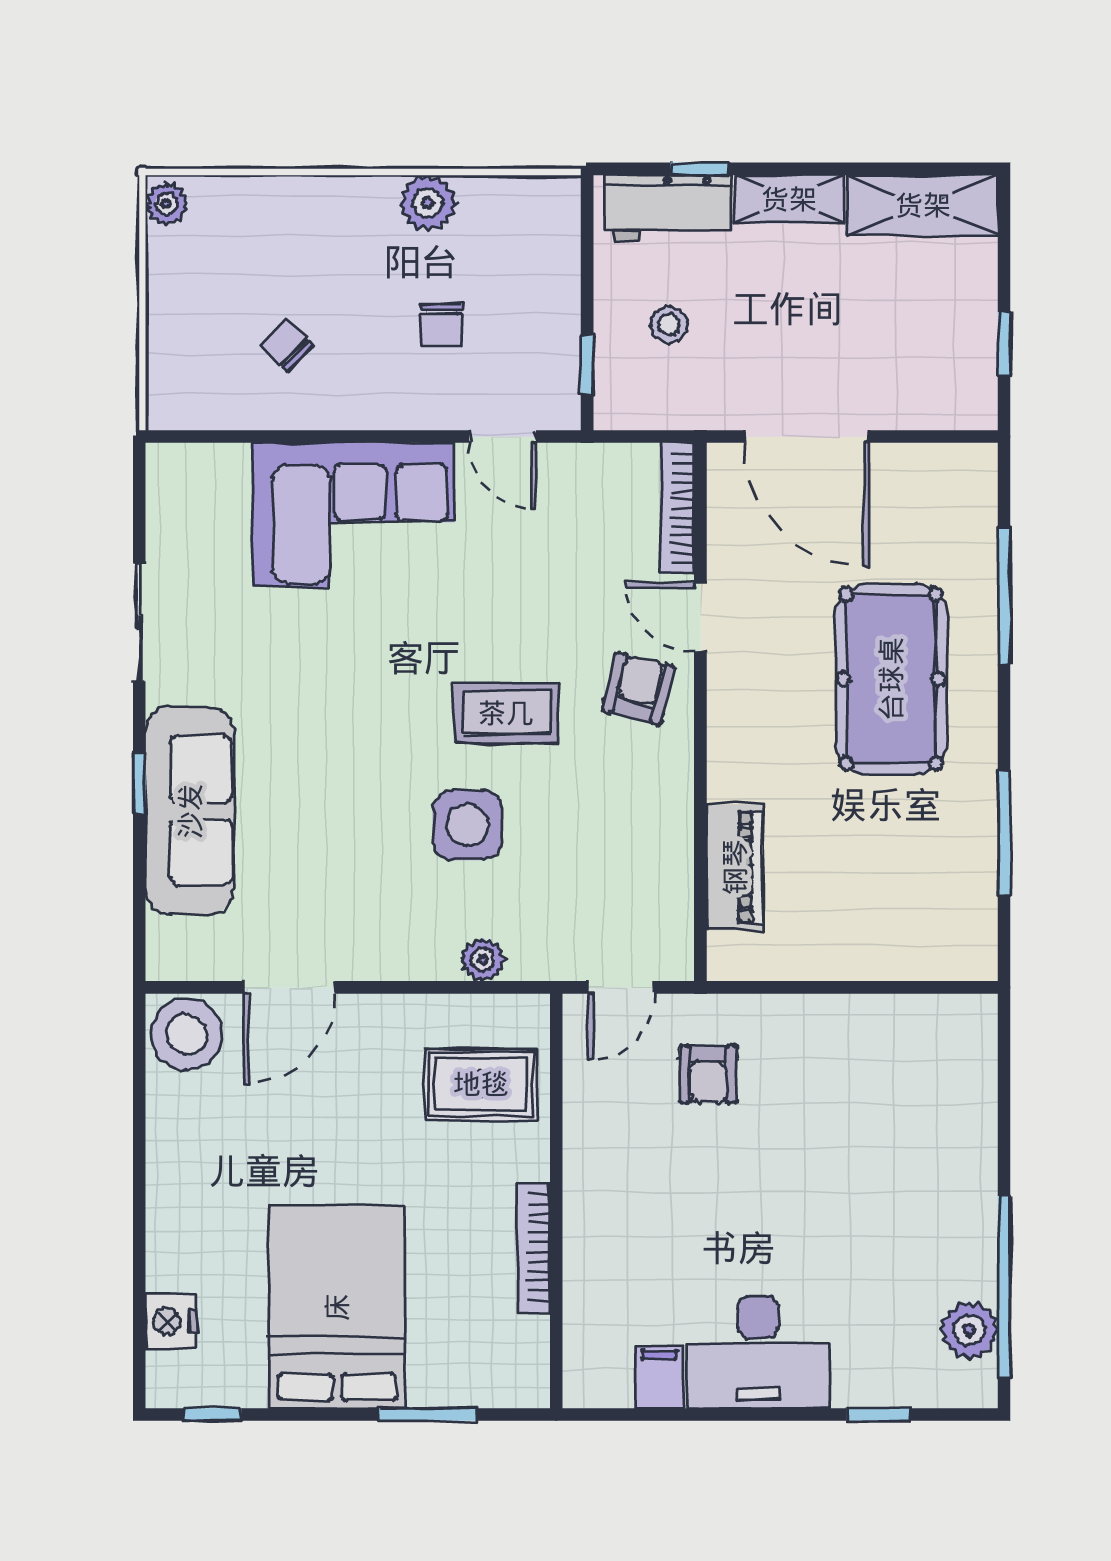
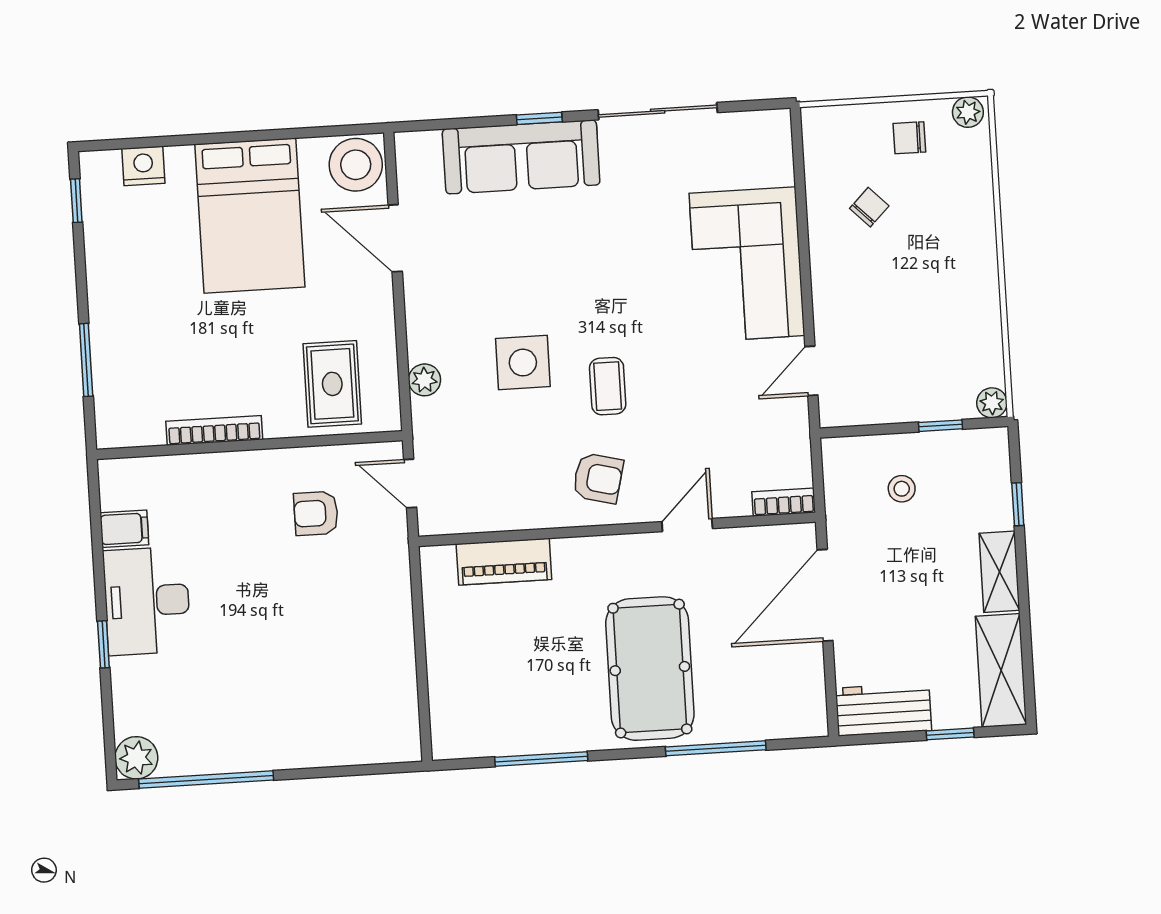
plant: (428, 203) -> (992, 403), moved, width x0.73, depth x0.73
workbench: (668, 208) -> (883, 709), moved, turned 90
chair: (441, 325) -> (909, 138), moved
window: (1004, 344) -> (950, 734), moved
window: (587, 365) -> (941, 426), moved
bookcase: (677, 508) -> (784, 502), width x0.64
sliding door: (139, 622) -> (658, 111), width x1.37
pool table: (891, 679) -> (650, 669), turned 90
armchair: (638, 689) -> (598, 478), moved
coffee table: (506, 713) -> (608, 386), width x0.73, depth x0.77
armchair: (708, 1074) -> (316, 513), moved
bed: (337, 1307) -> (250, 216), moved, turned 90
plant: (969, 1330) -> (136, 758), moved
window: (878, 1415) -> (103, 644), moved

